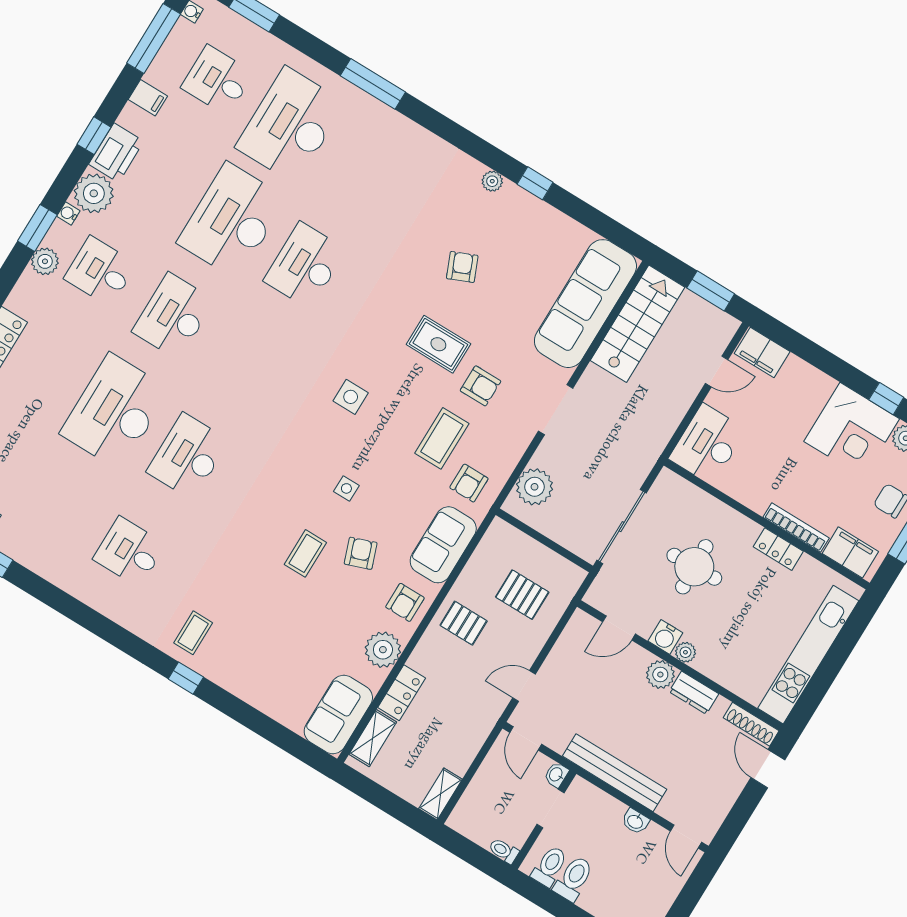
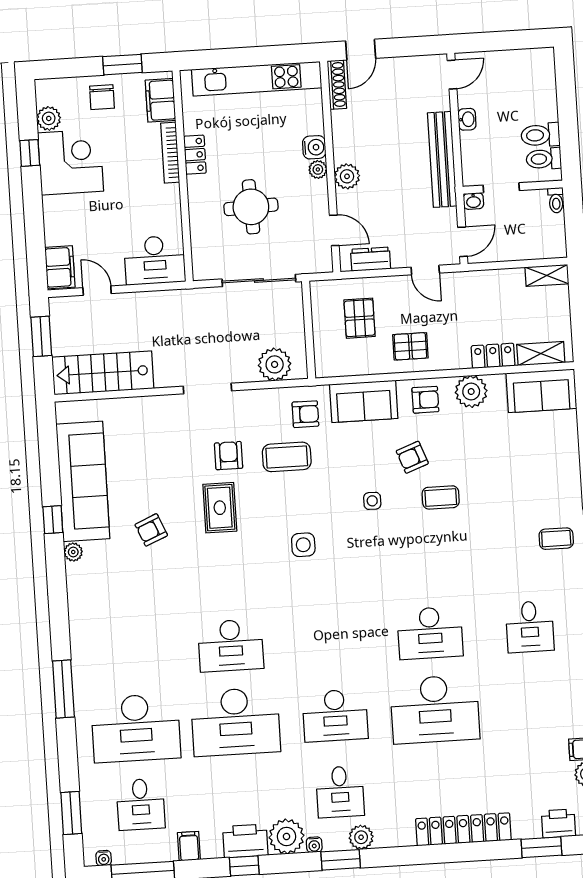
sofa: (585, 304) -> (83, 481), moved, turned -90
pallet: (464, 623) -> (410, 346), turned 90
water cooler: (665, 637) -> (314, 147), moved
dresser: (694, 693) -> (371, 259), moved, turned -90

